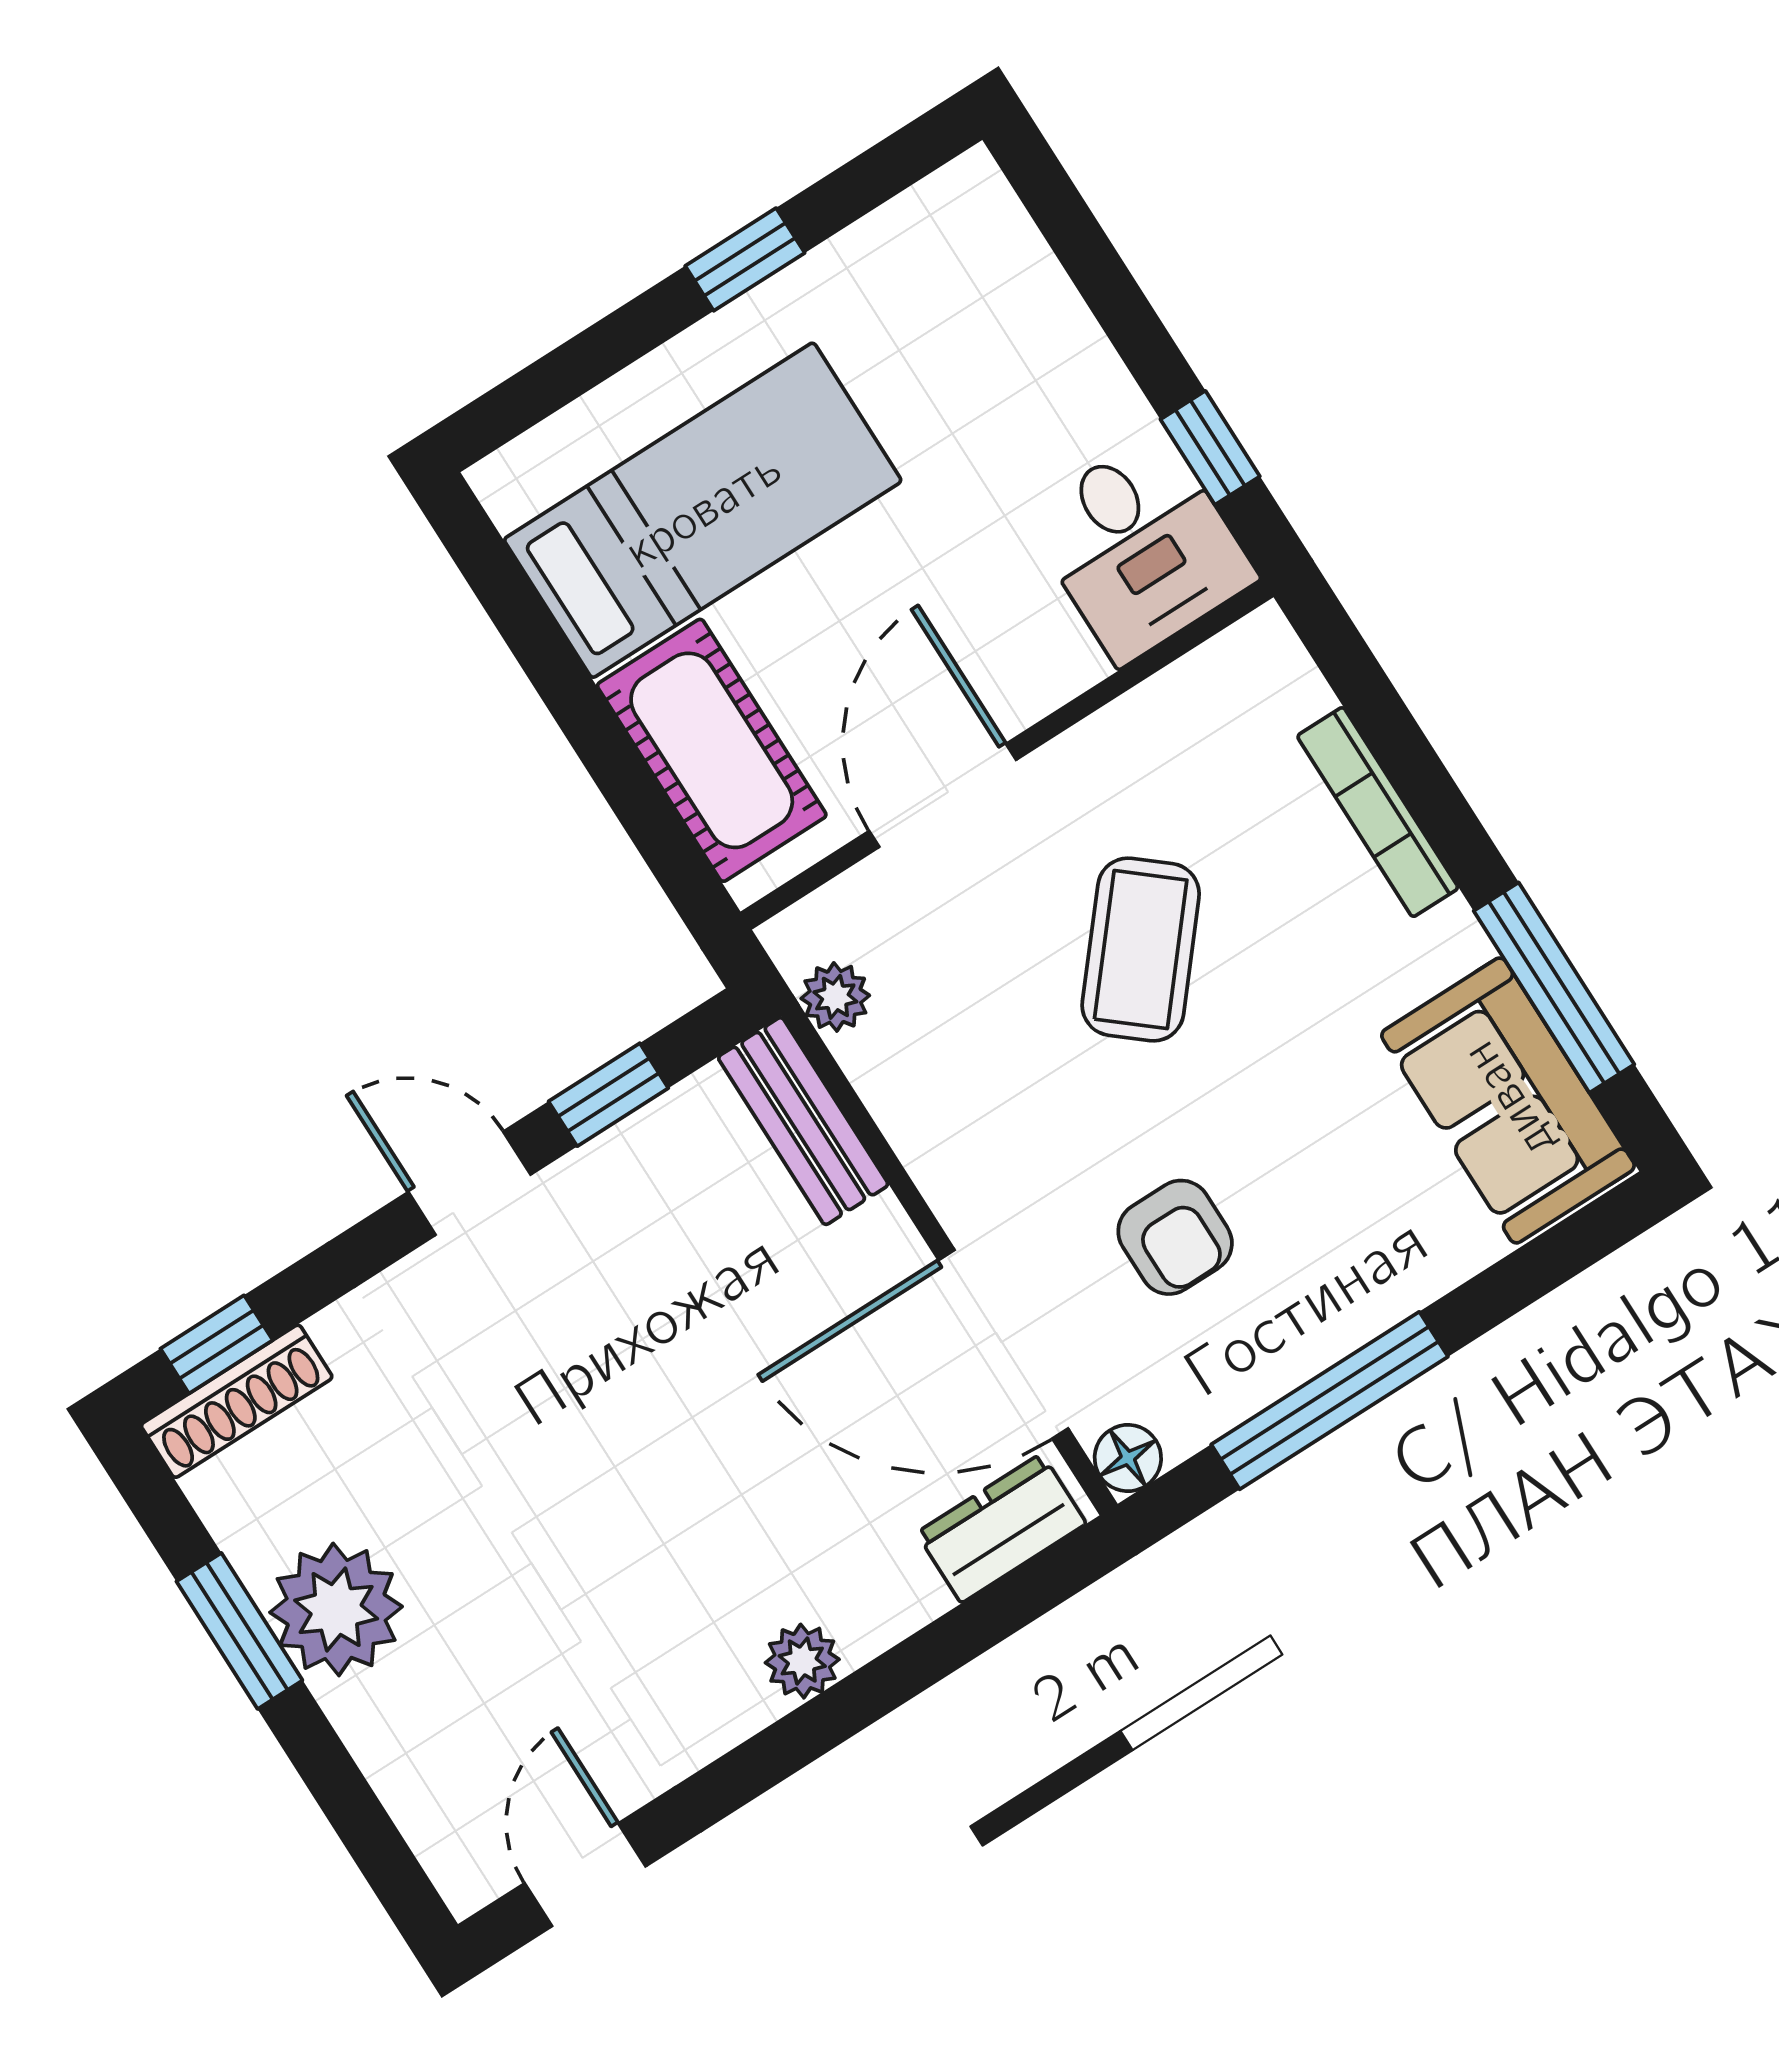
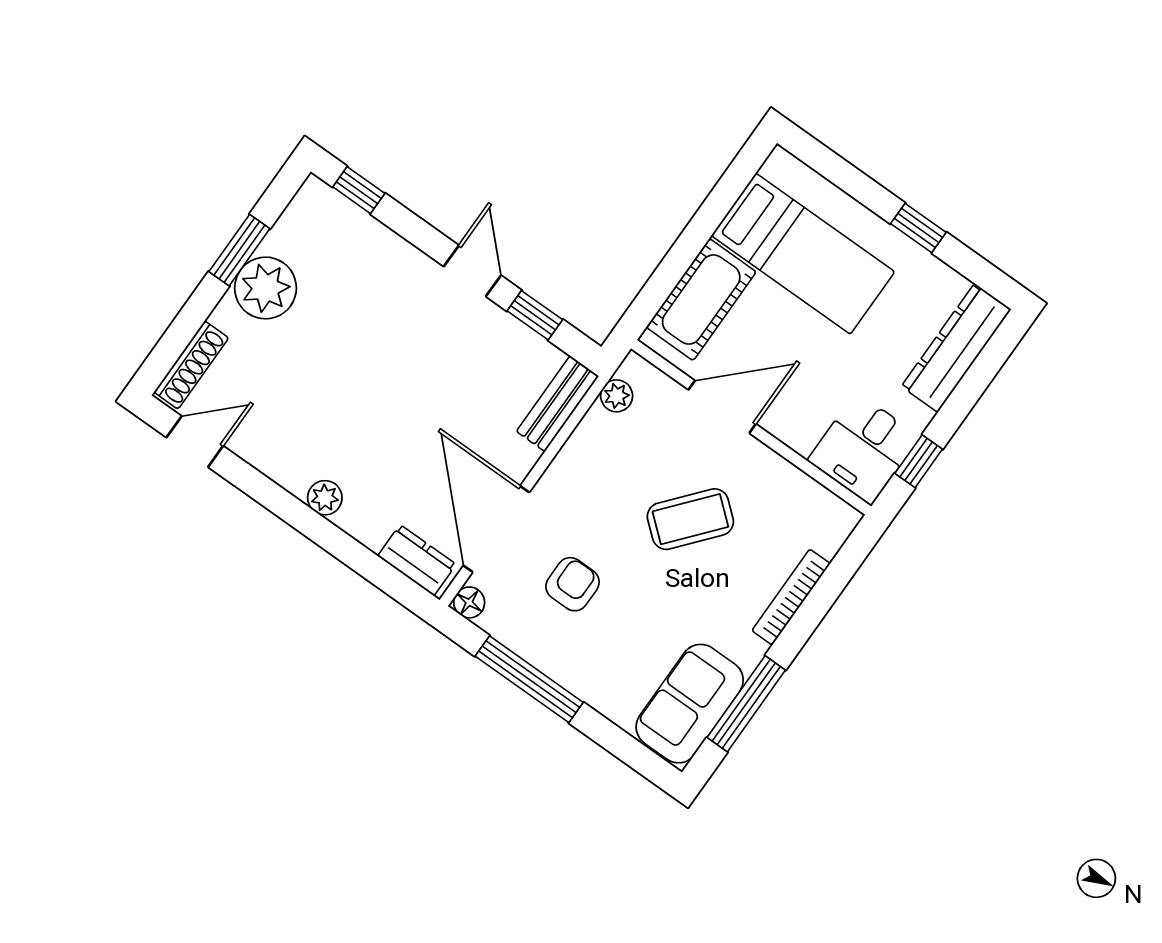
dresser: (1015, 281) -> (956, 348), added
armchair: (1175, 1237) -> (573, 584), turned 180
shoe rack: (237, 1401) -> (191, 365), moved, turned -90

